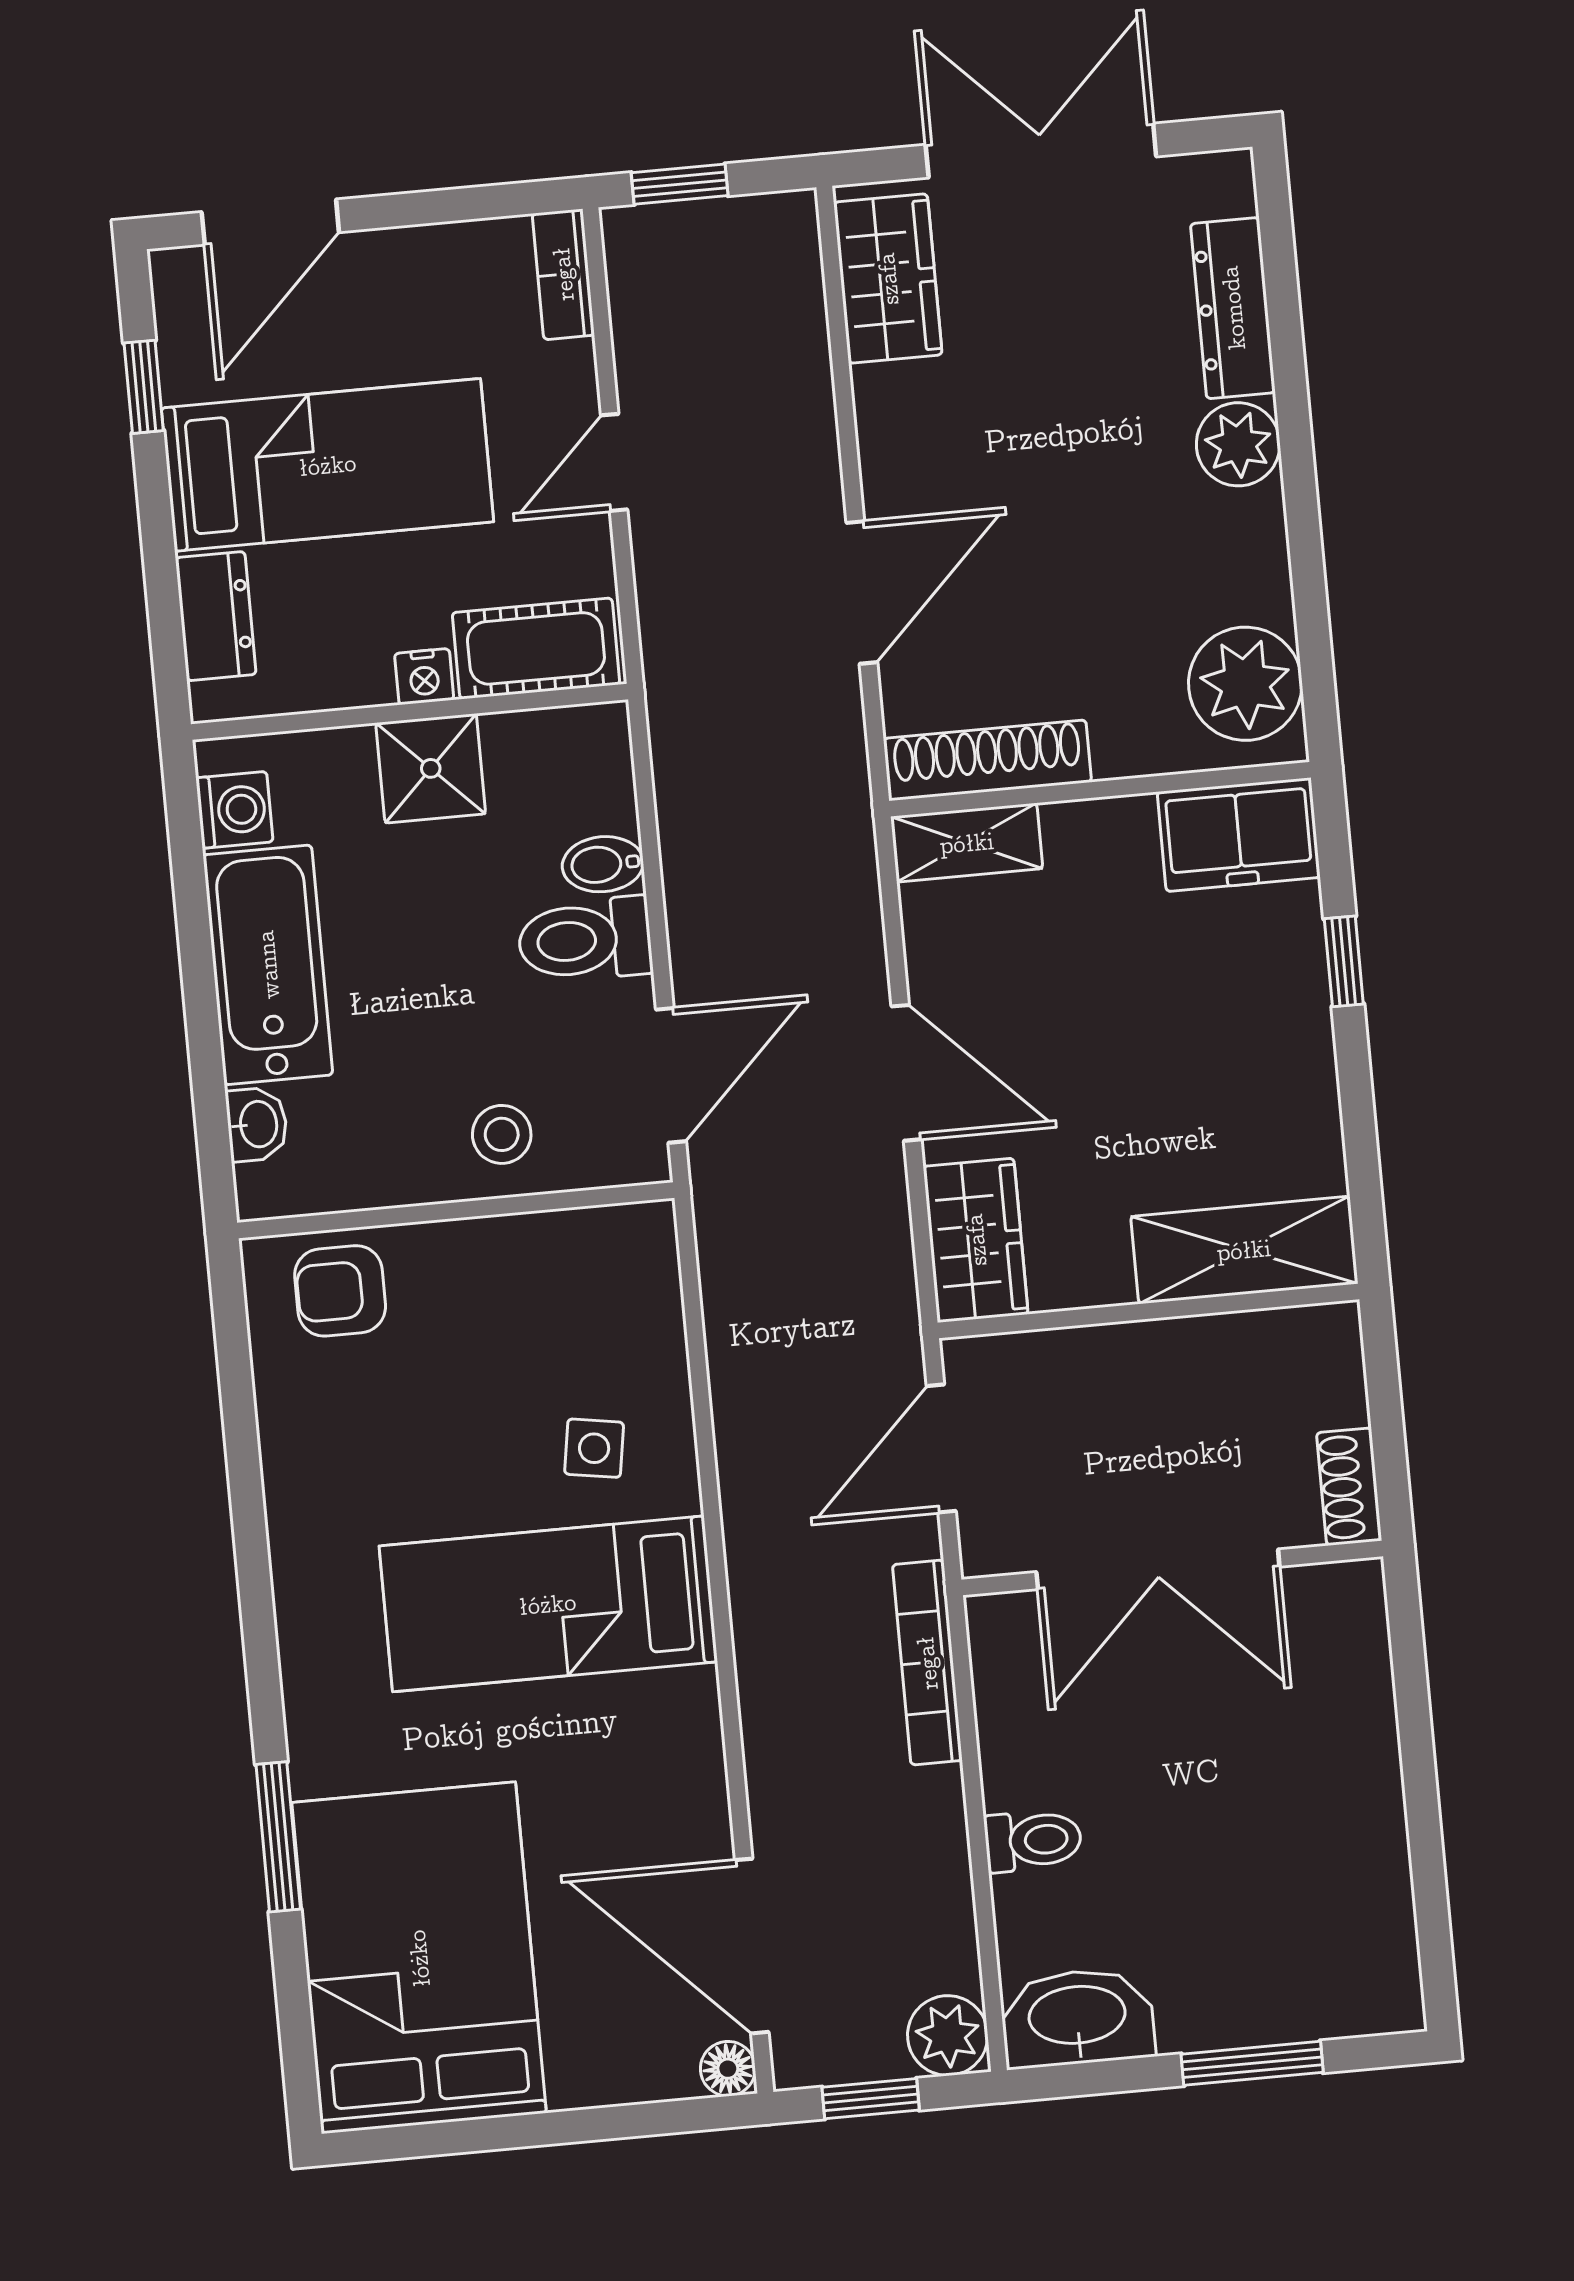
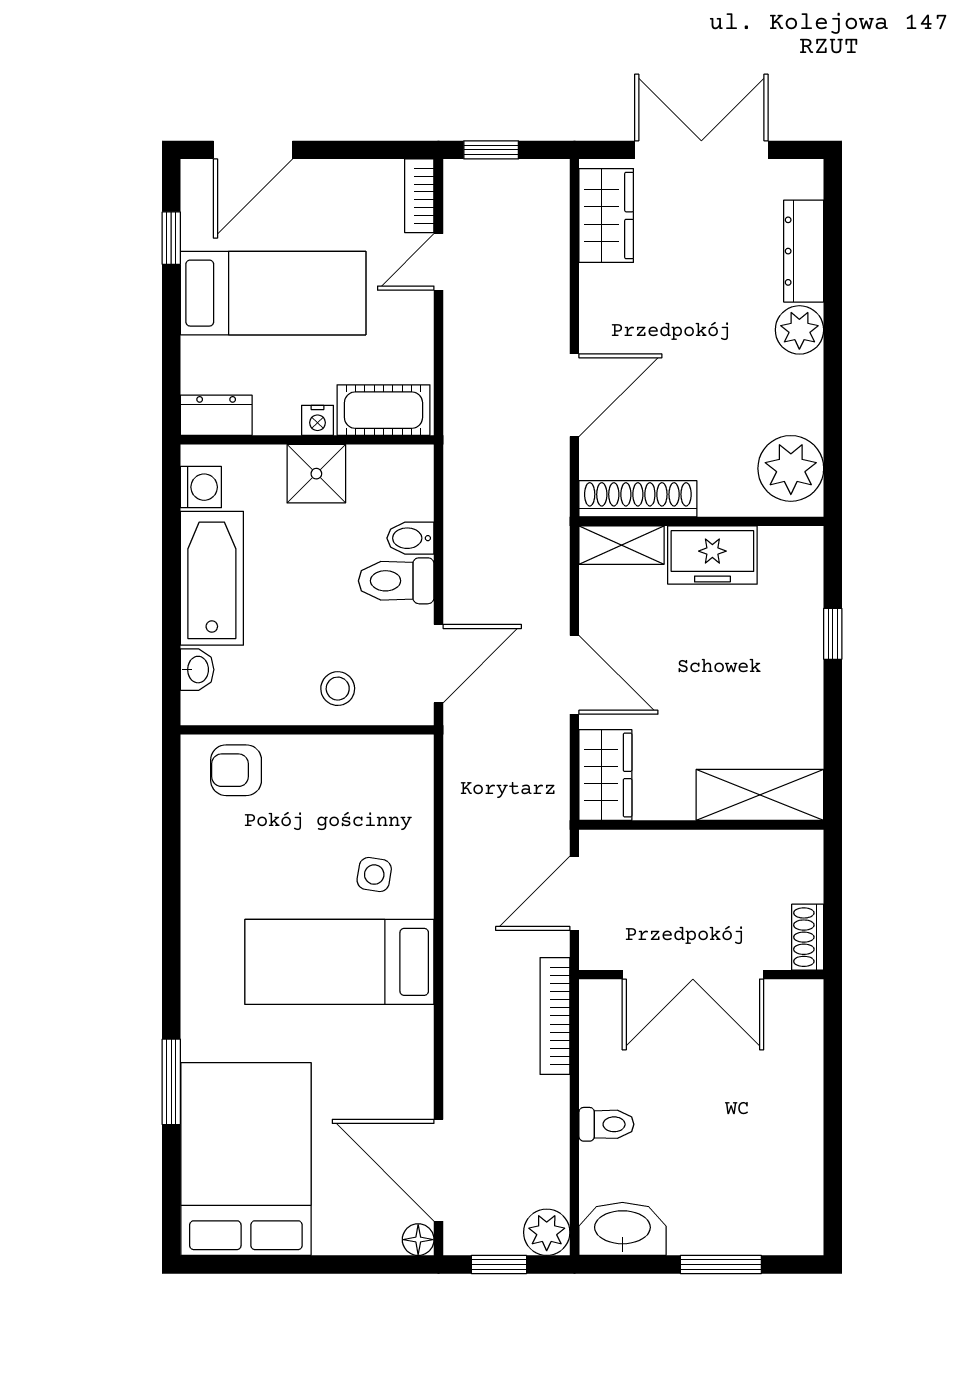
door: (614, 462) -> (439, 262), moved
dresser: (216, 616) -> (216, 415), moved, turned -90
freezer: (1239, 835) -> (712, 555), moved

